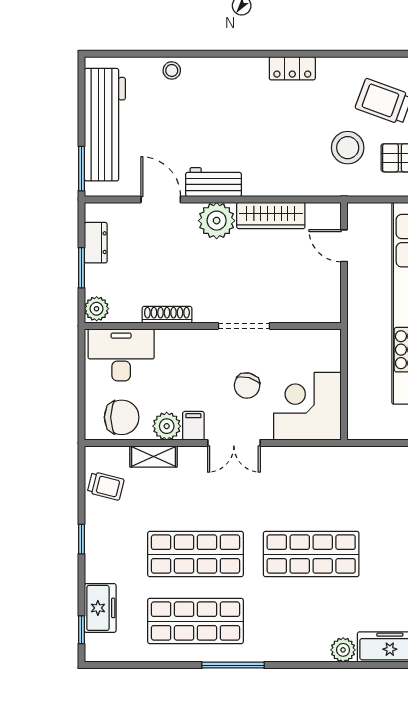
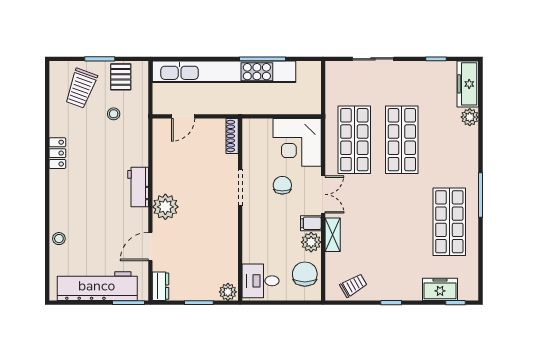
stool: (348, 148) -> (114, 114), width x0.53, depth x0.53
workbench: (214, 182) -> (138, 187), moved
wardrobe: (271, 215) -> (162, 168), removed
dresser: (96, 243) -> (160, 286), moved, turned 90
shoe rack: (167, 315) -> (232, 136), moved
desk: (121, 355) -> (261, 281), width x0.73
chair: (247, 386) -> (282, 185), turned -105
shelving: (154, 457) -> (333, 235), moved
trolley: (106, 486) -> (354, 285), turned 46
shop shelf: (196, 554) -> (354, 140), moved

